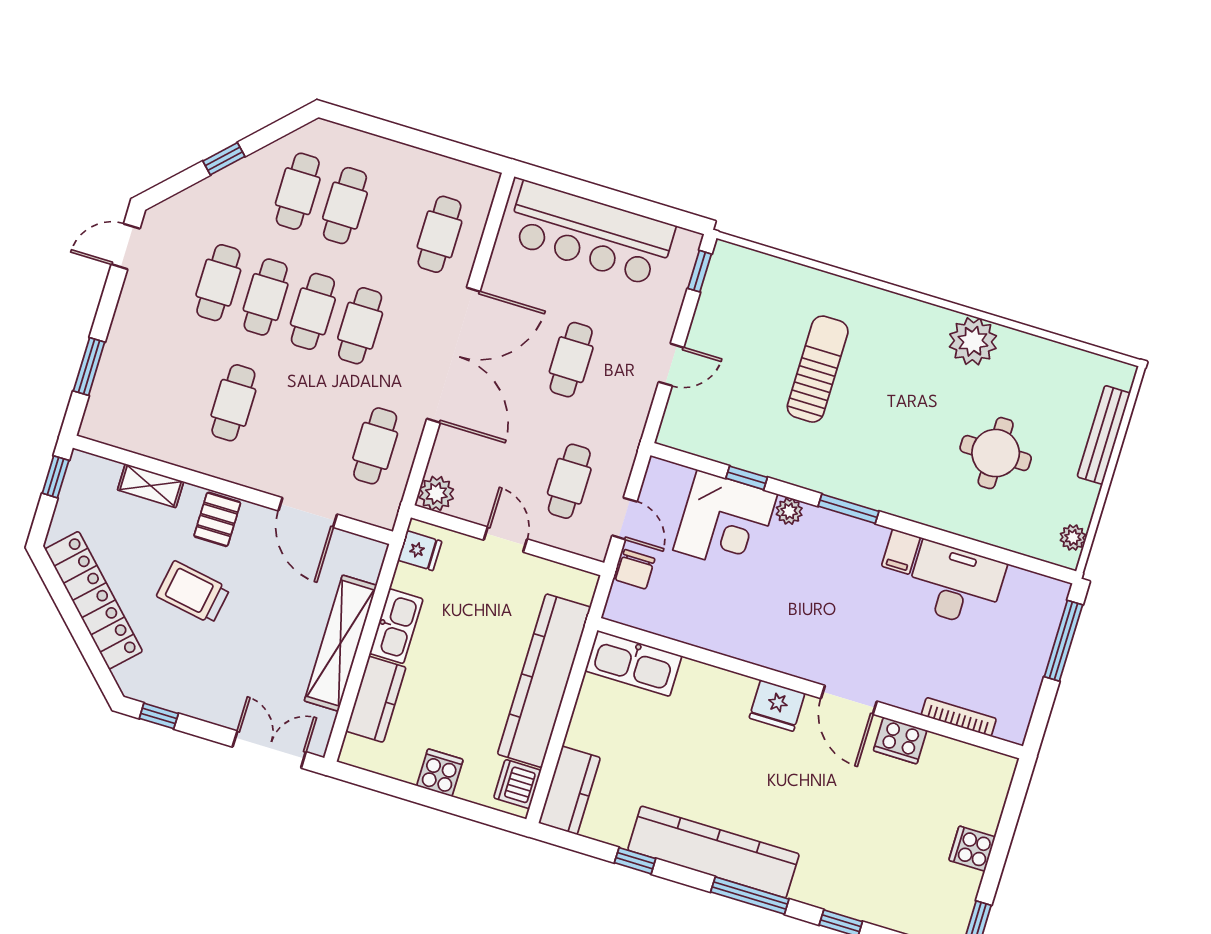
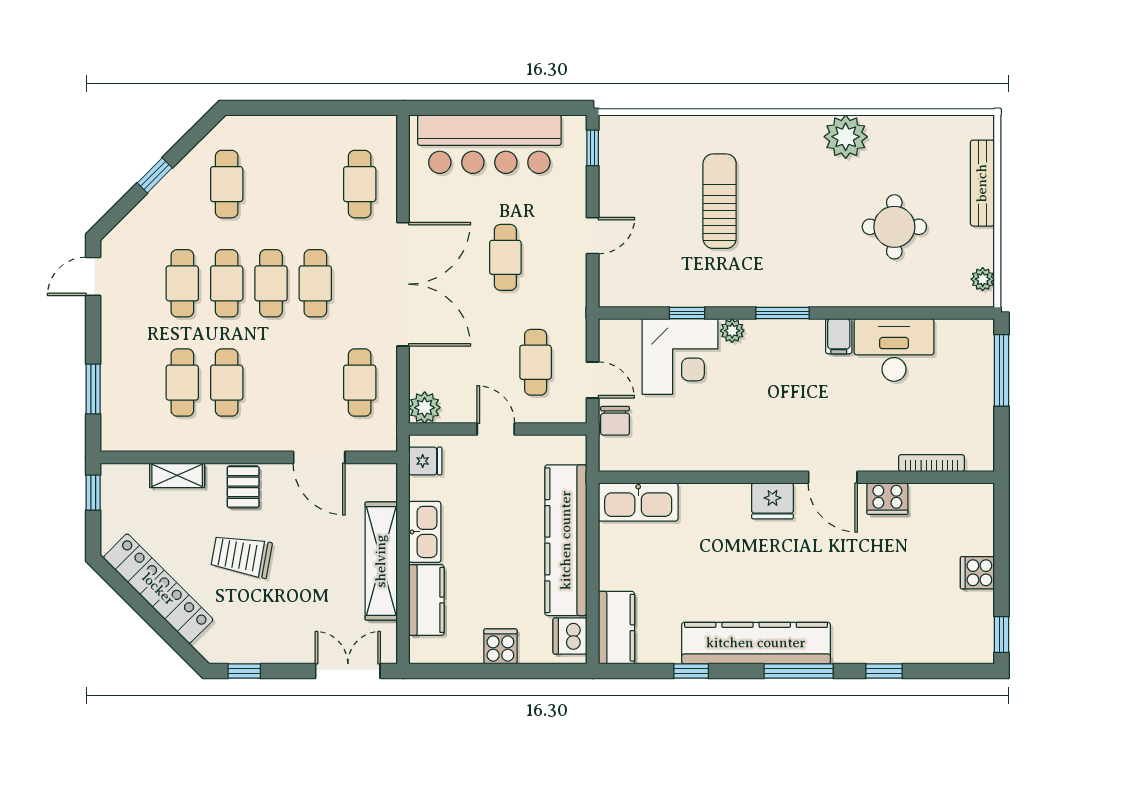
cafe table: (345, 206) -> (182, 383), moved

